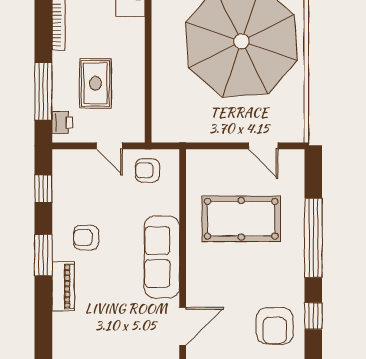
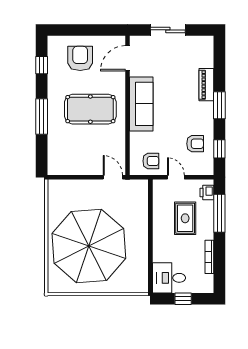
door: (263, 146) -> (113, 177), moved
pool table: (241, 219) -> (90, 109), moved
armchair: (86, 238) -> (195, 144), moved
window: (313, 238) -> (42, 117), width x0.68
armchair: (275, 326) -> (80, 58), moved

